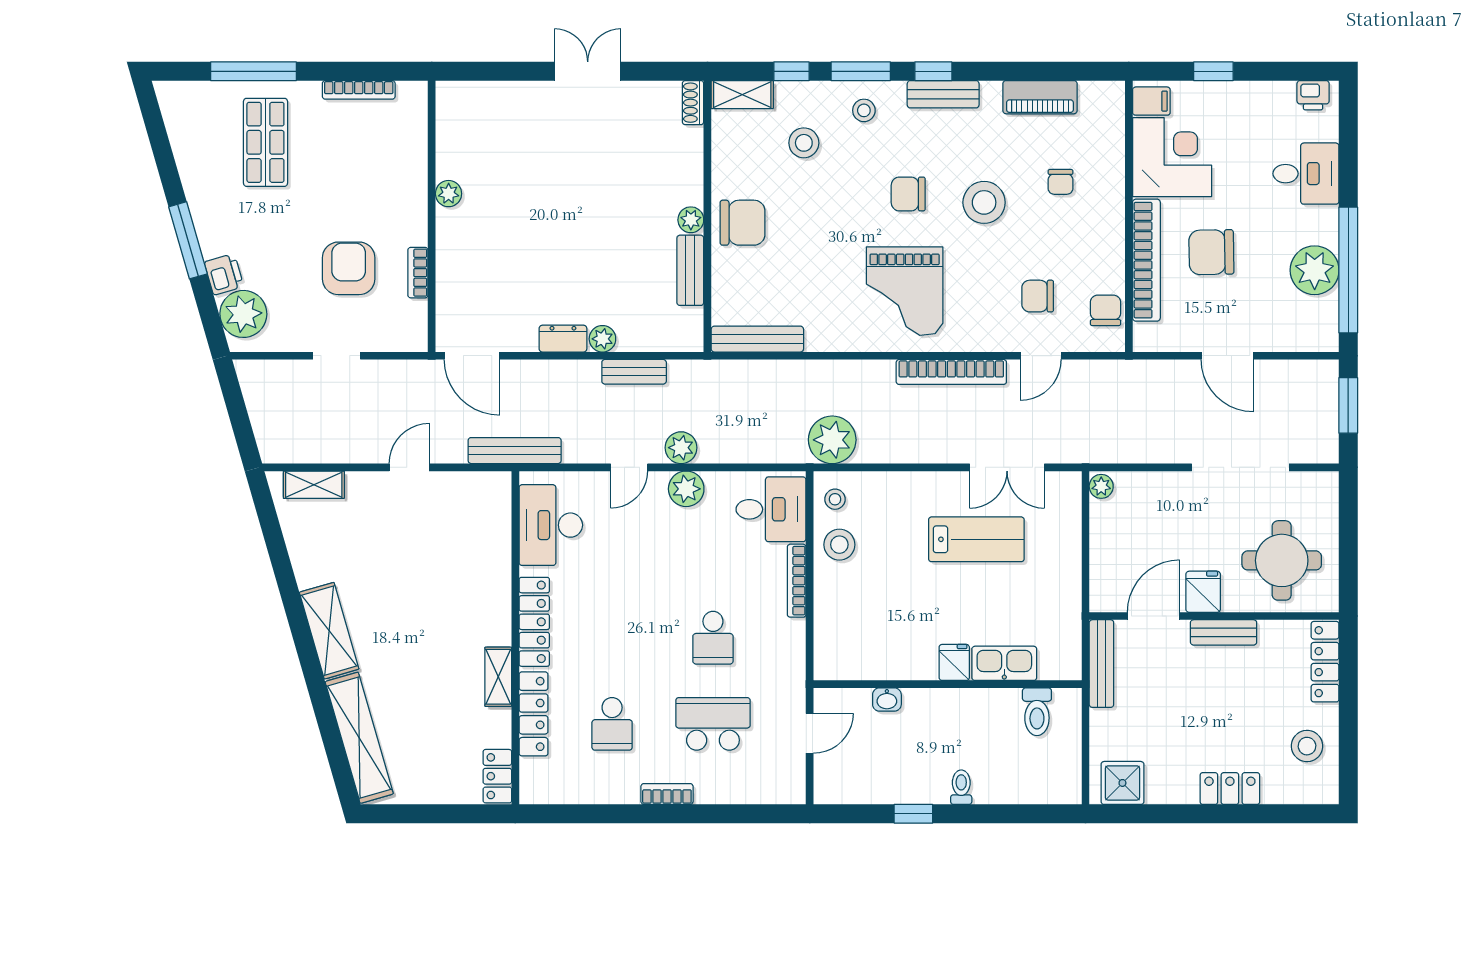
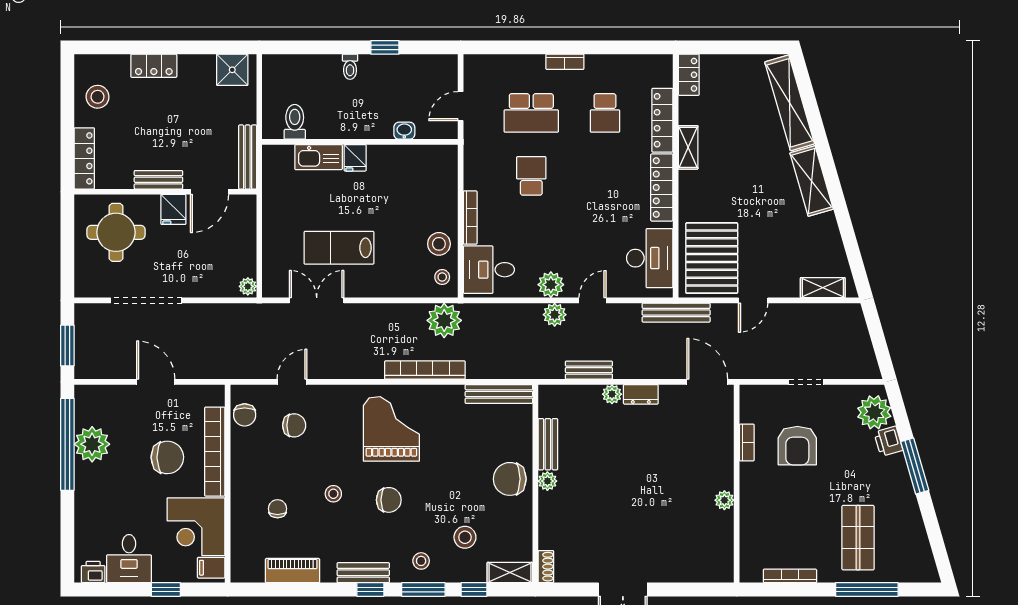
desk: (1306, 174) -> (129, 559), moved, turned -90
stool: (984, 202) -> (333, 494), width x0.53, depth x0.53
bookcase: (951, 372) -> (425, 370), moved
pallet: (466, 525) -> (712, 258), added
school desk: (612, 724) -> (605, 113), turned 180

